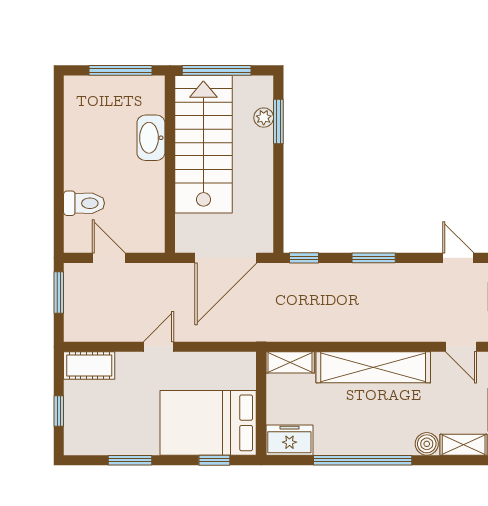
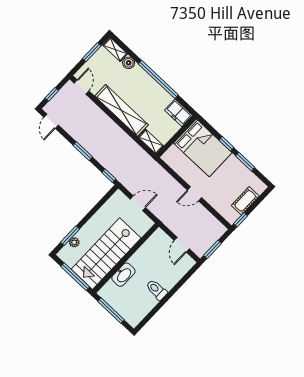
toilet: (84, 203) -> (156, 290), moved
door: (226, 258) -> (138, 203), width x0.53
cot: (89, 365) -> (245, 201), moved, turned 90
window: (59, 411) -> (241, 220), moved
window: (214, 460) -> (226, 144), moved

